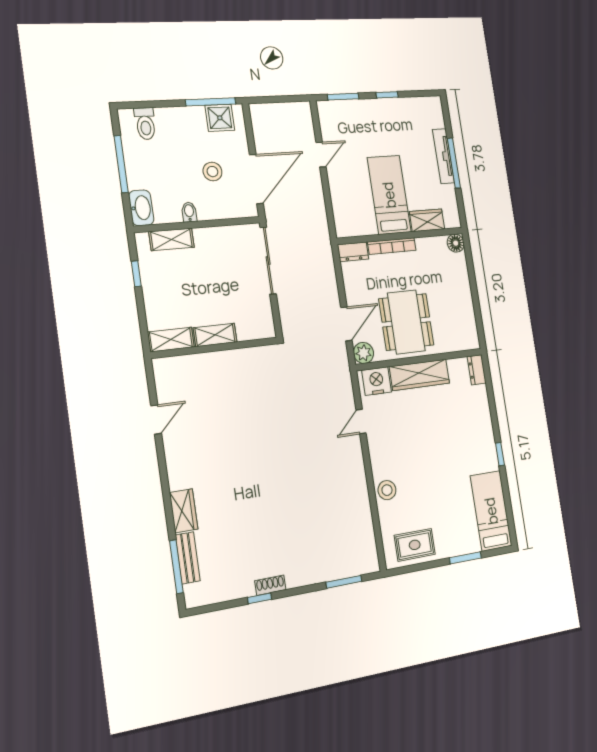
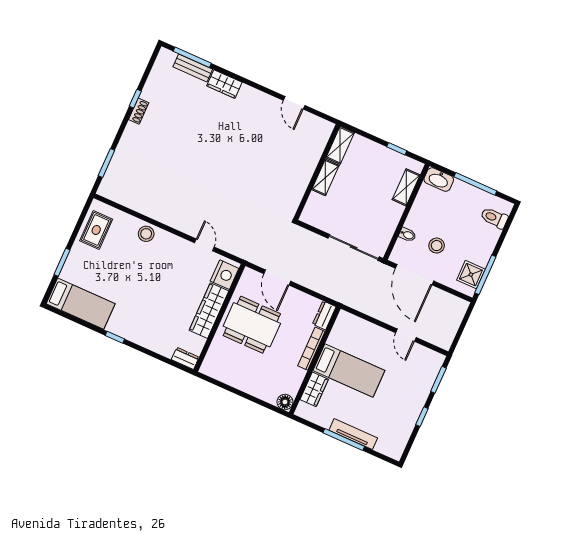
bidet: (189, 212) -> (407, 235), moved
plant: (364, 353) -> (250, 277), removed

